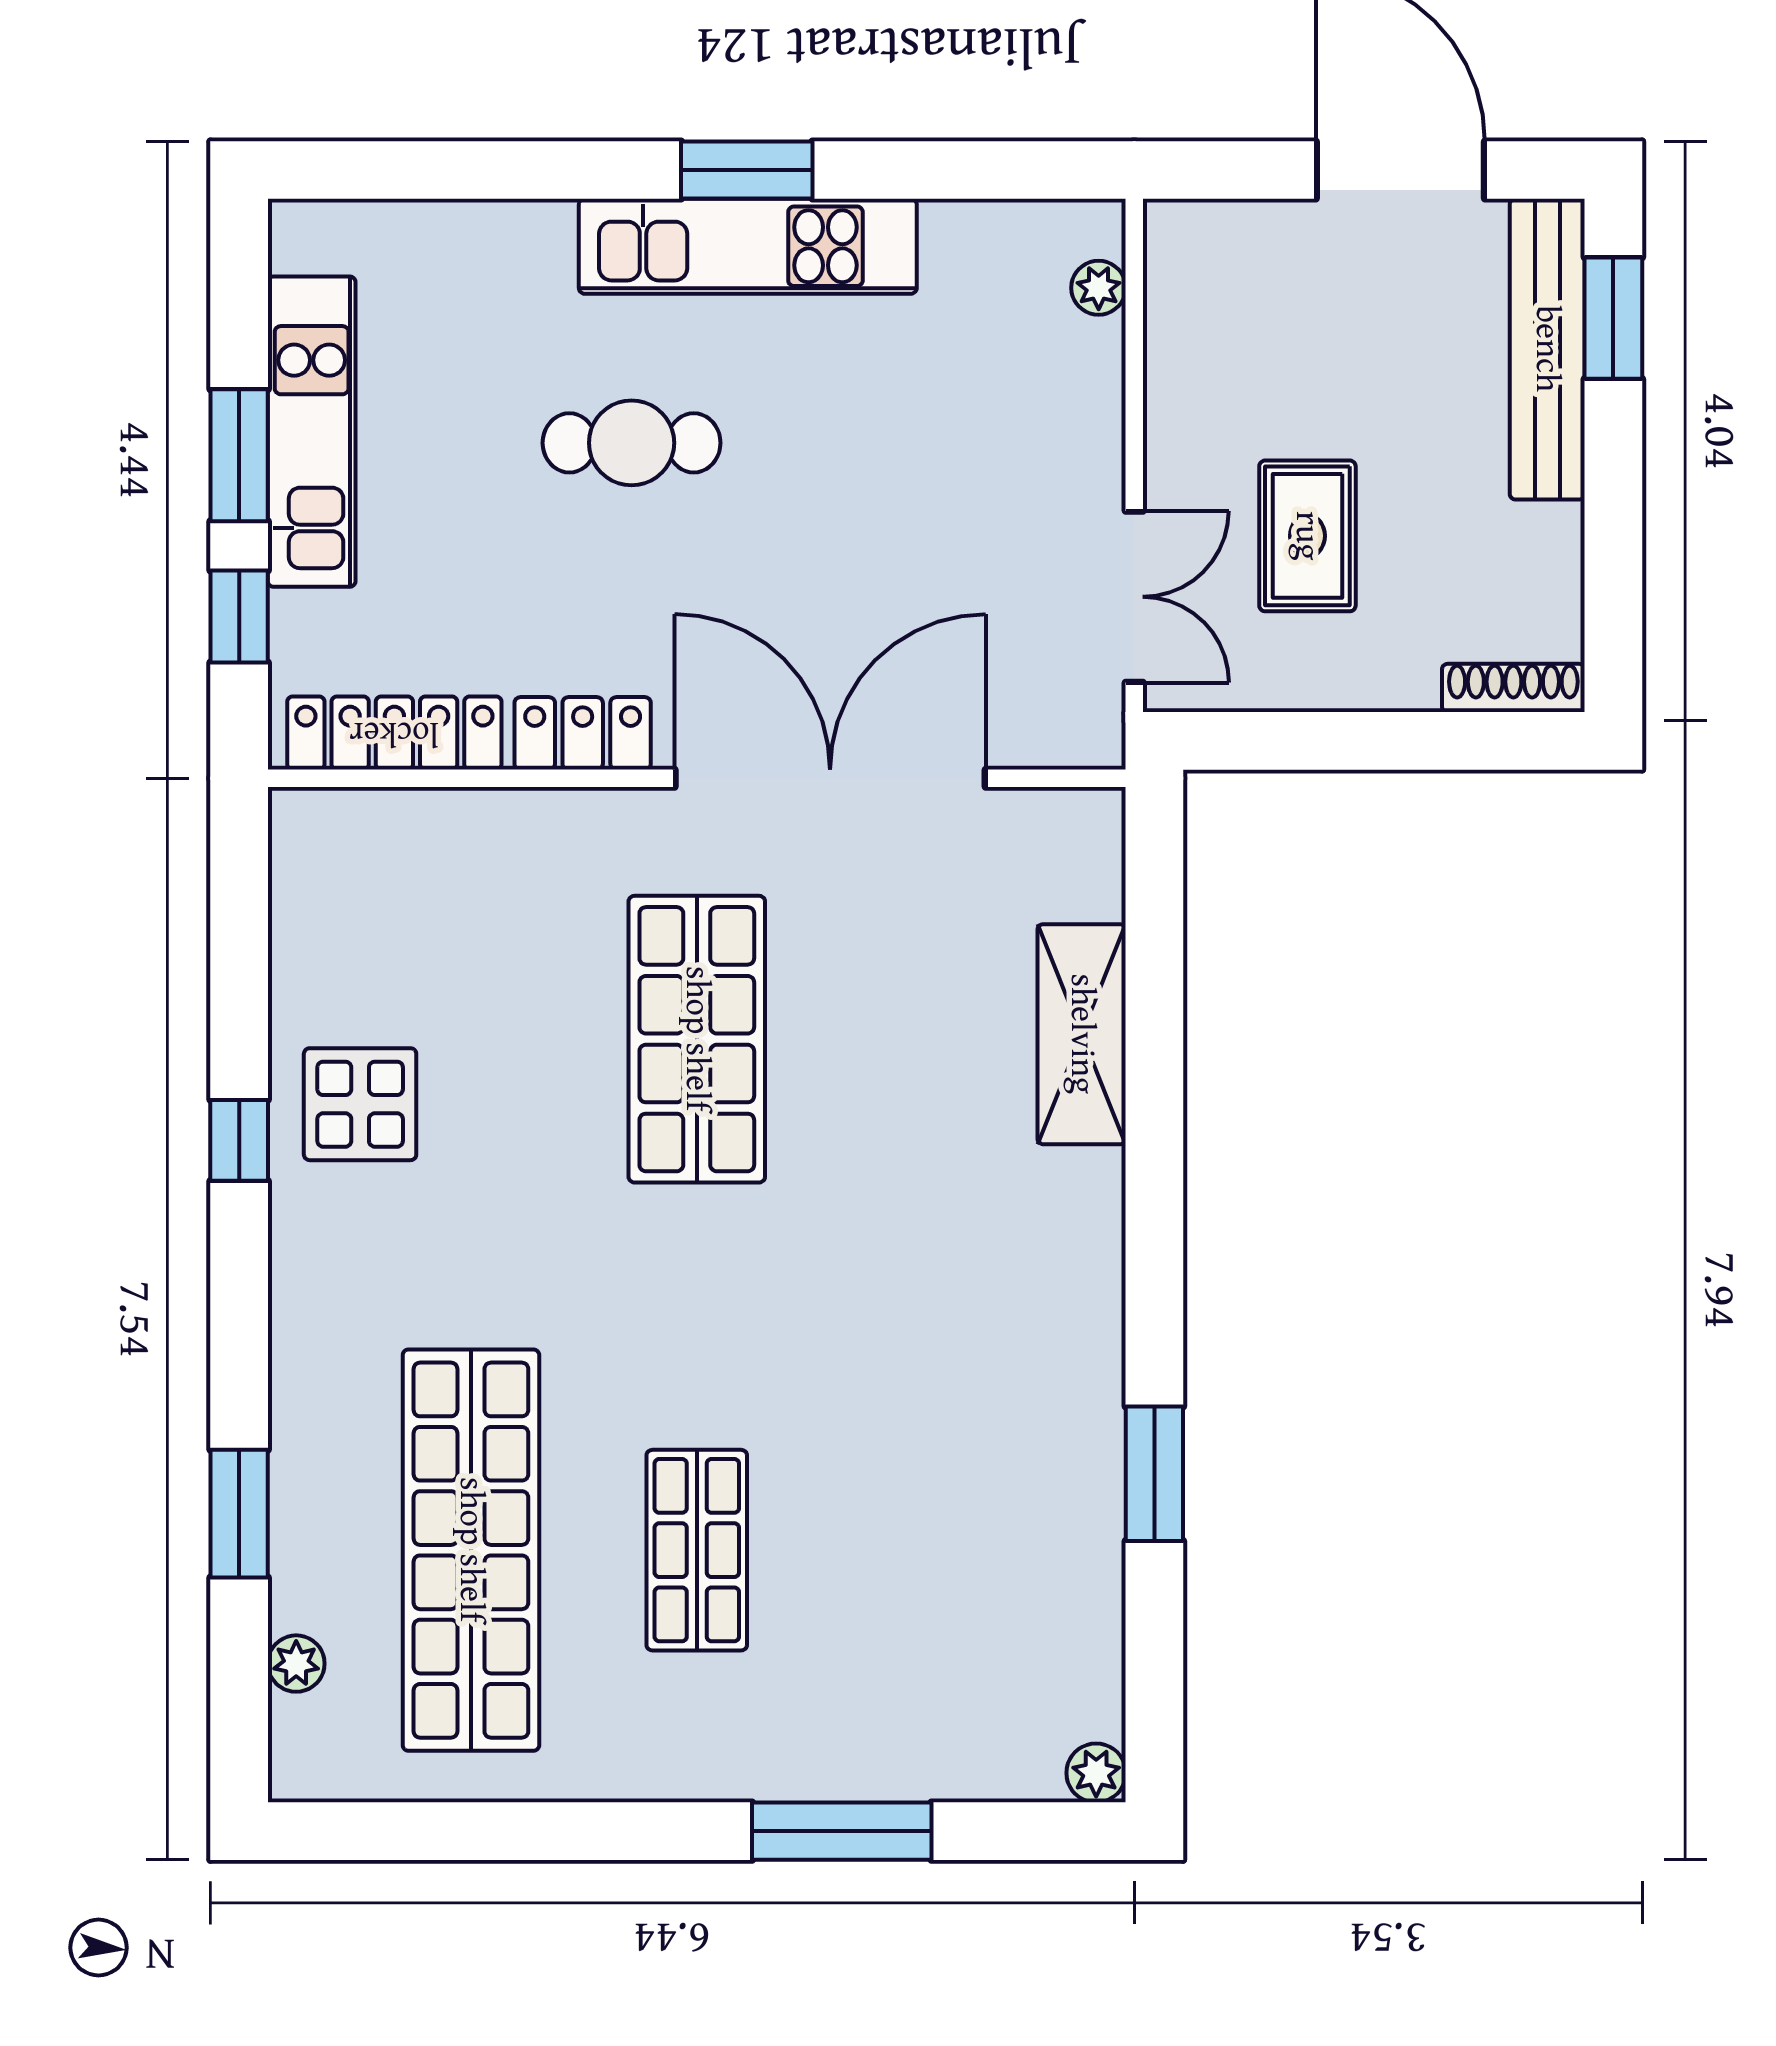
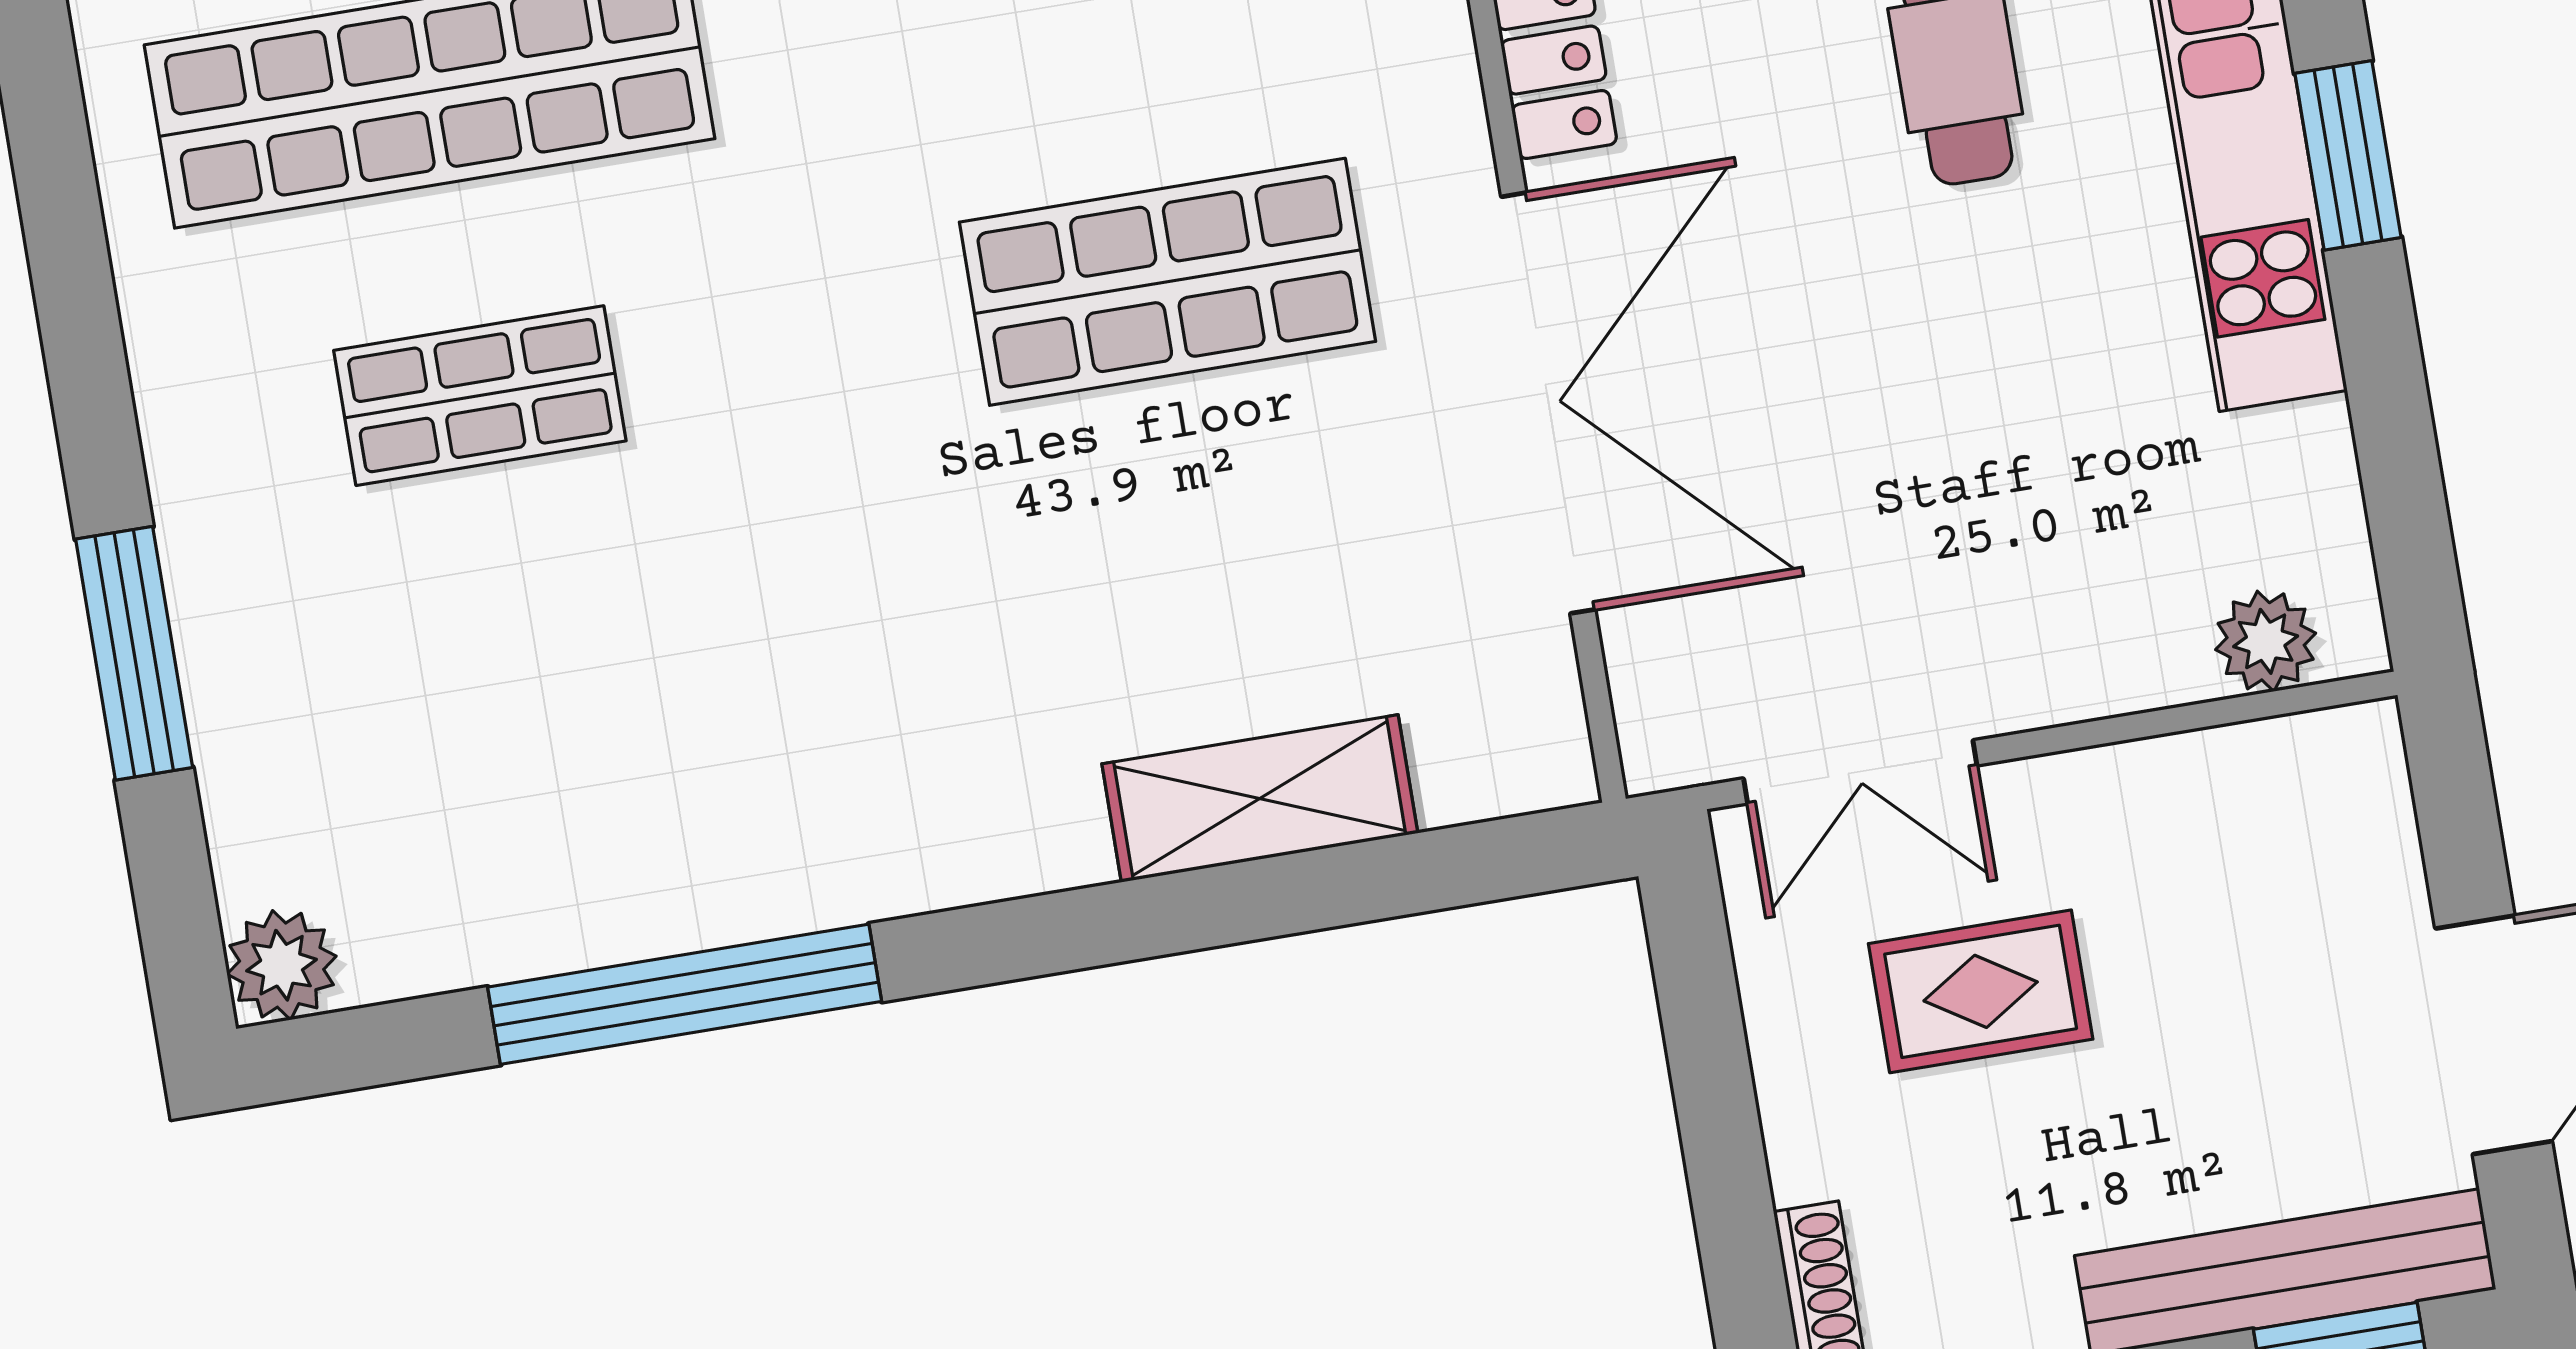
plant: (1099, 288) -> (2266, 641), width x1.38, depth x1.38
window: (1154, 1474) -> (685, 994), width x2.11
plant: (1096, 1773) -> (282, 965), width x1.38, depth x1.38

